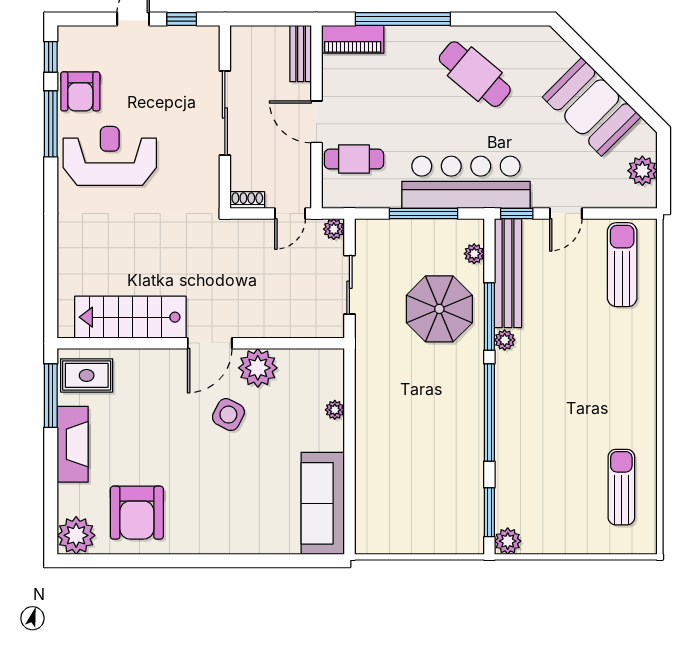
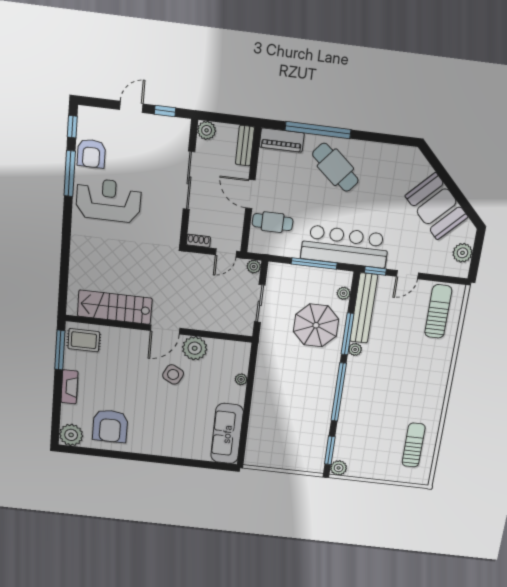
plant: (243, 39) -> (207, 130), added
cafe table: (475, 74) -> (335, 167), moved
fireplace: (73, 444) -> (69, 387), width x0.73, depth x0.76

